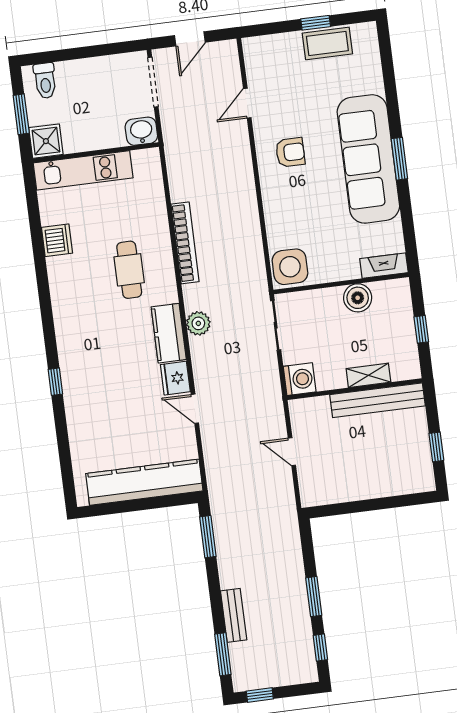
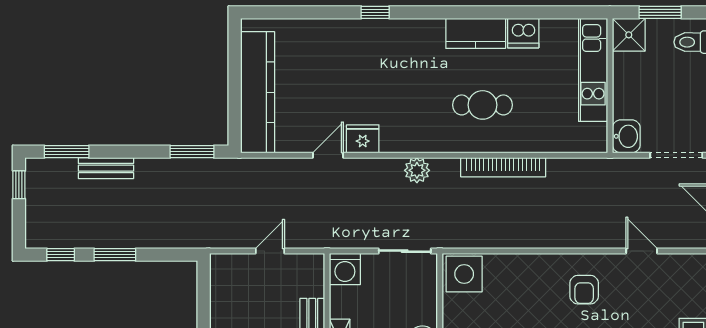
kitchen counter: (169, 333) -> (476, 33), moved, turned 180

